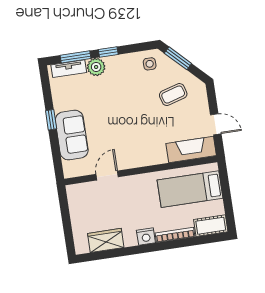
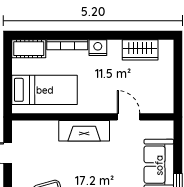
fireplace: (191, 150) -> (84, 131), moved
door: (107, 176) -> (128, 117), swing flipped

